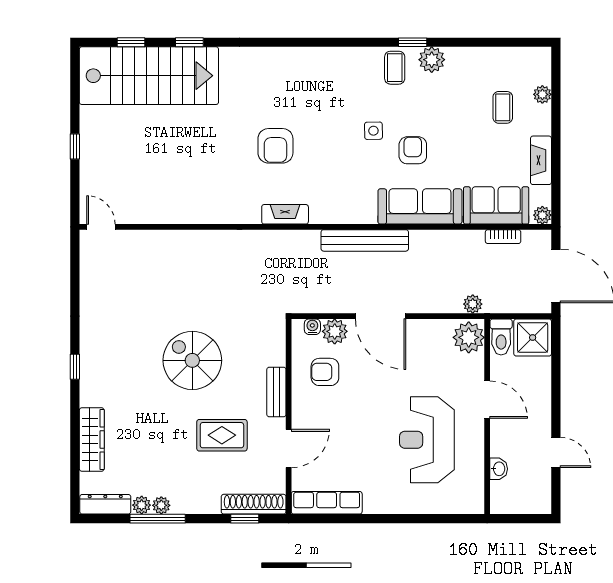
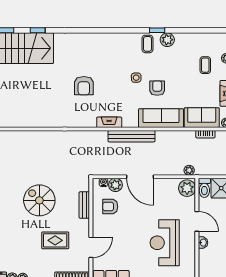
fireplace: (285, 214) -> (109, 122), moved
bench: (276, 392) -> (84, 205), moved
washbasin: (499, 469) -> (203, 243), moved

